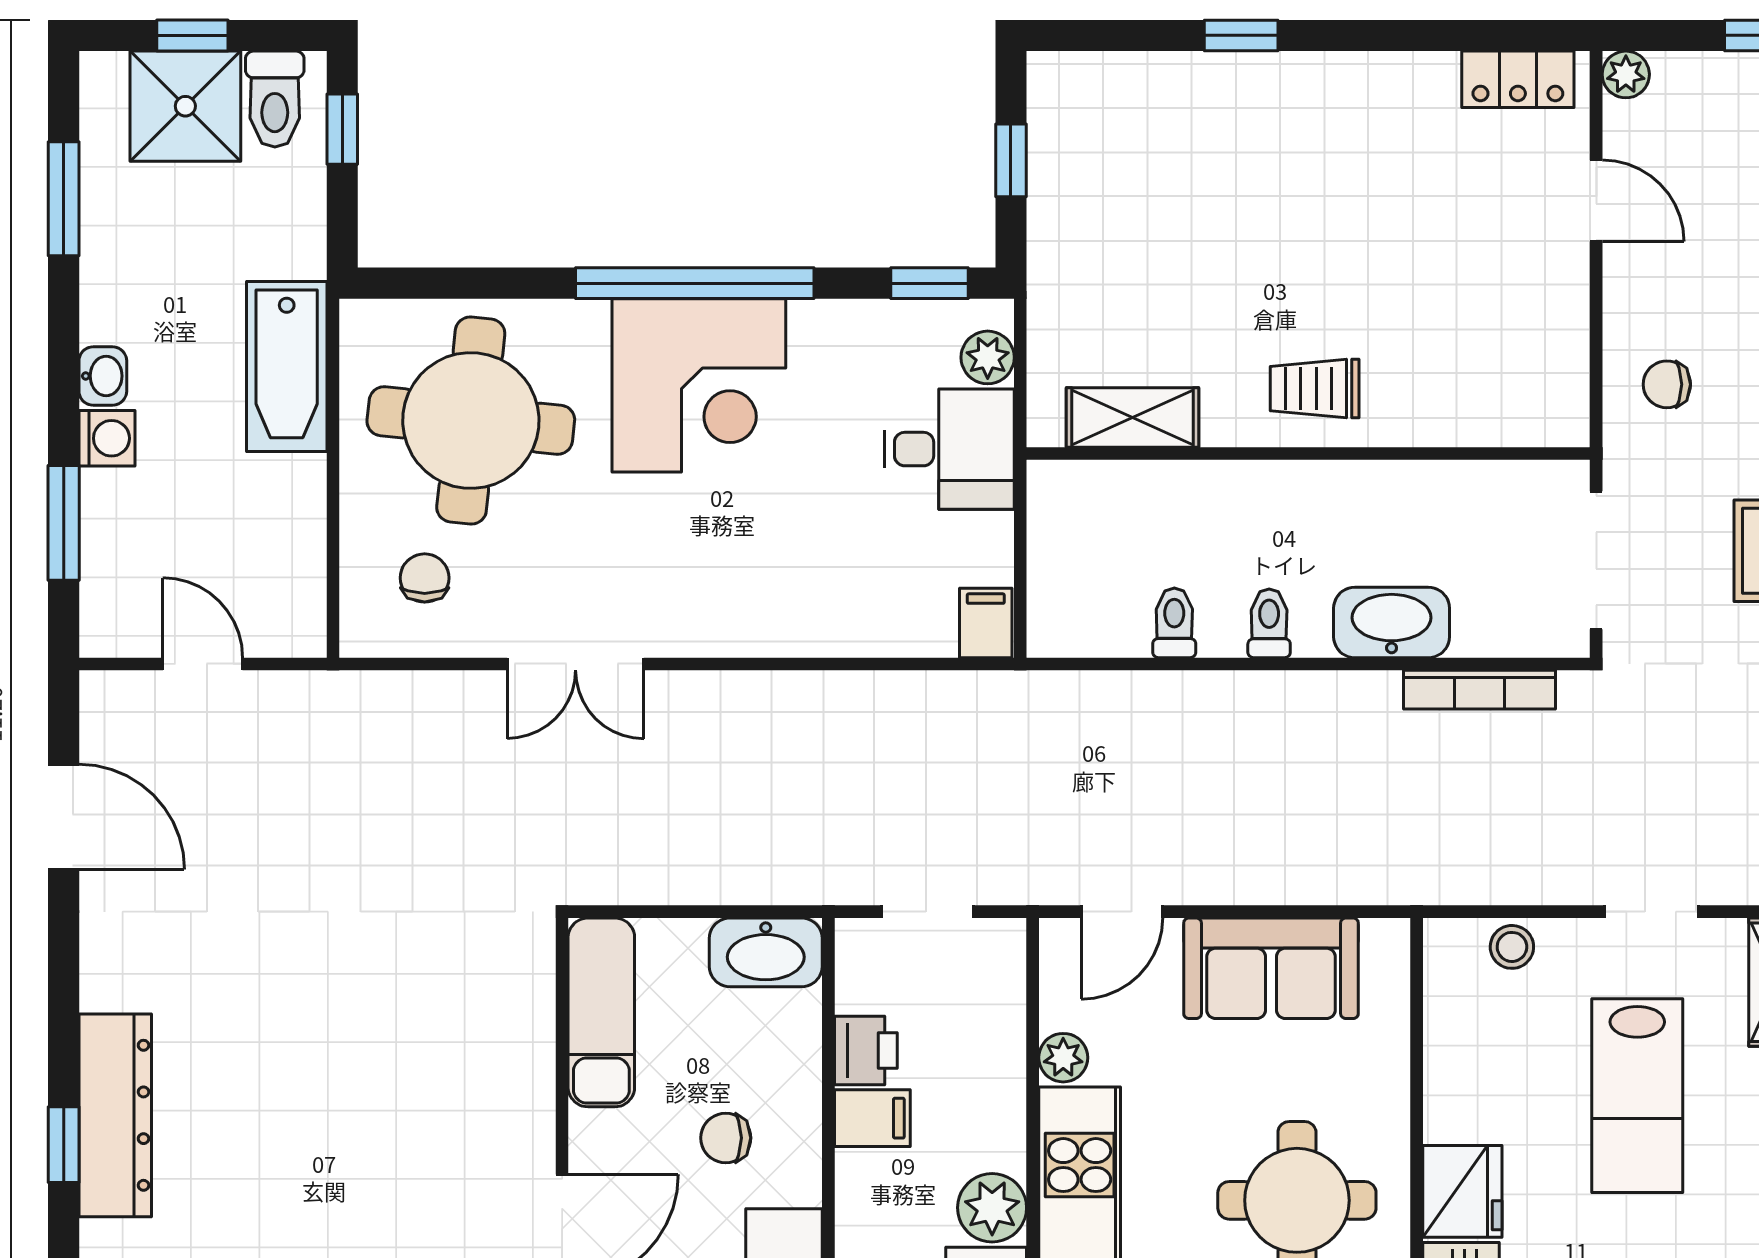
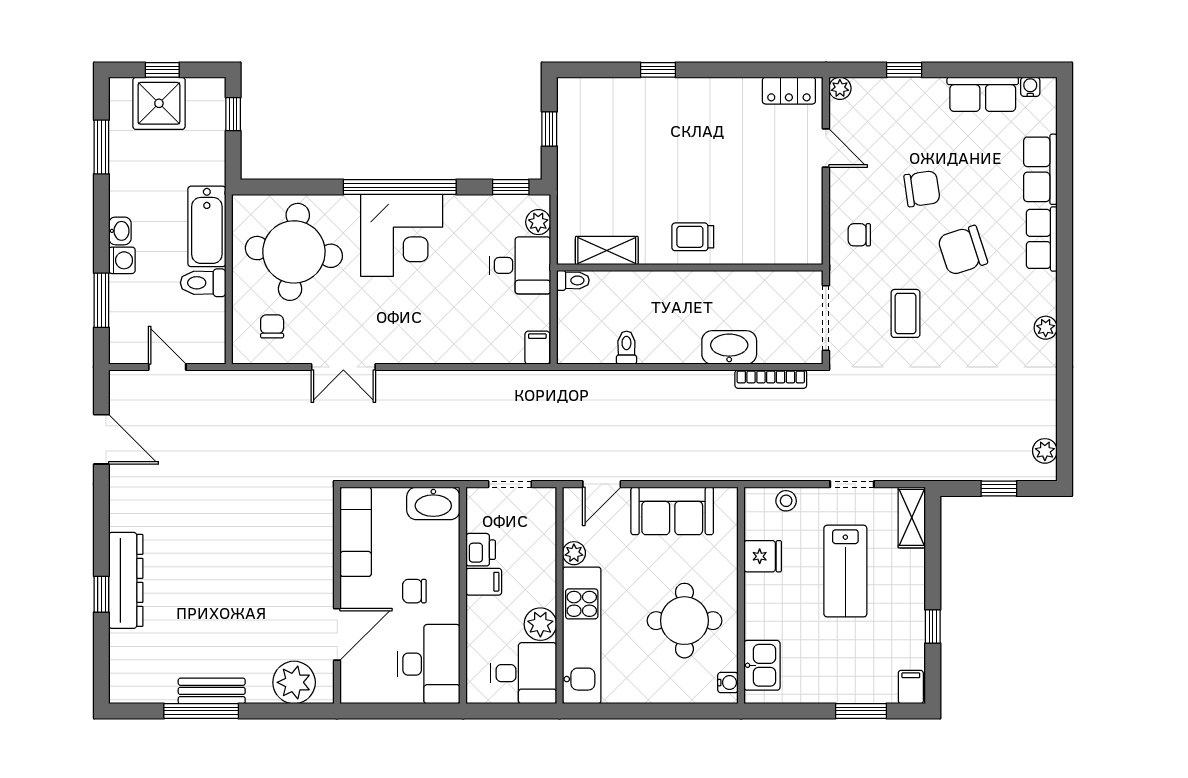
toilet: (275, 99) -> (203, 283), moved, turned 90
toilet: (1269, 623) -> (573, 280), moved, turned 90
fridge: (1462, 1191) -> (763, 556), moved, width x0.72

